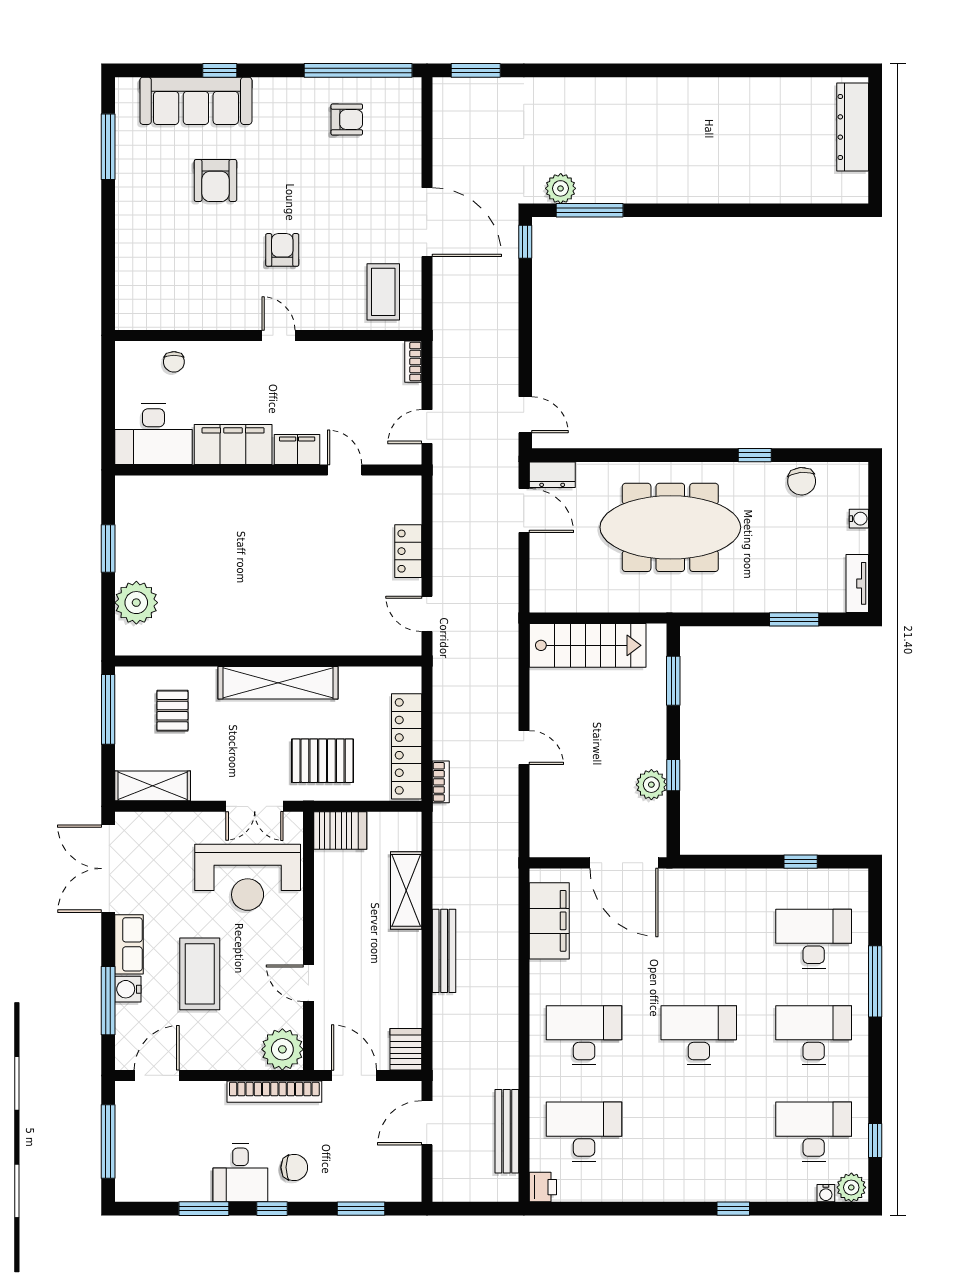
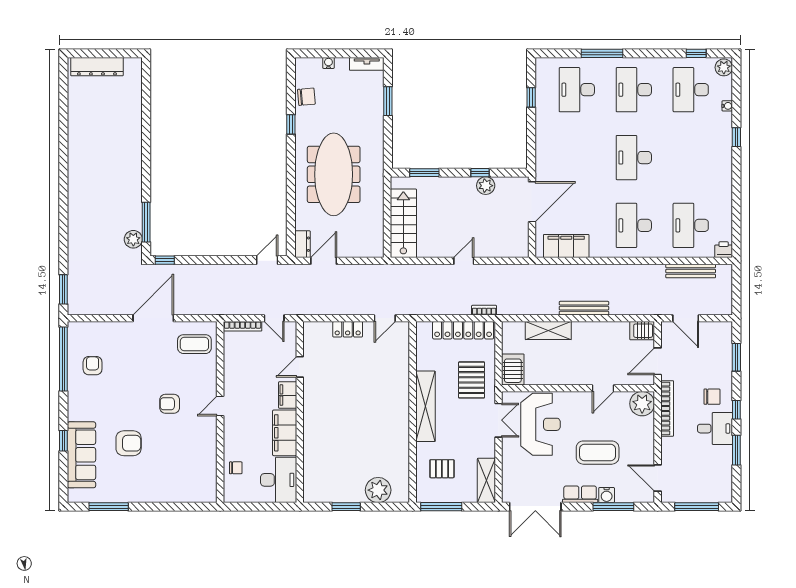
bookcase: (413, 362) -> (243, 326), width x1.56
chair: (294, 1167) -> (712, 397), turned 90
water cooler: (826, 1193) -> (727, 106), moved

